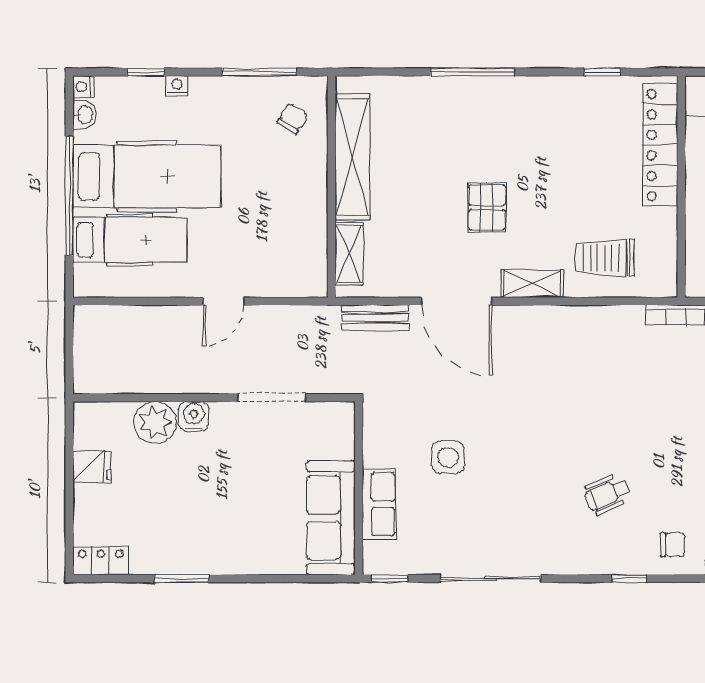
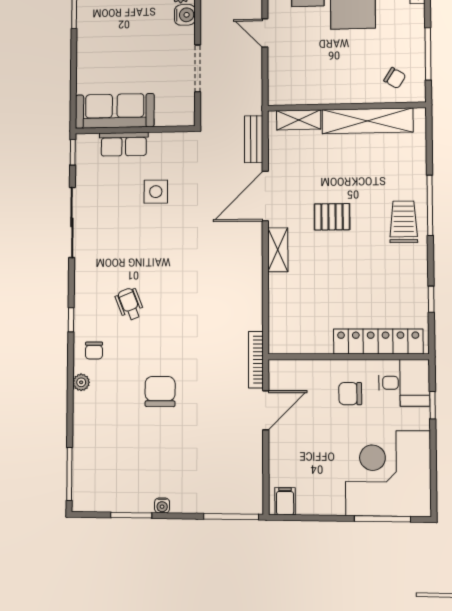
trolley: (605, 258) -> (404, 222), moved

